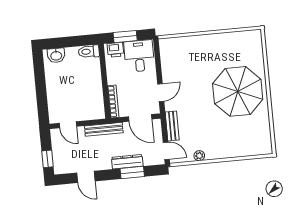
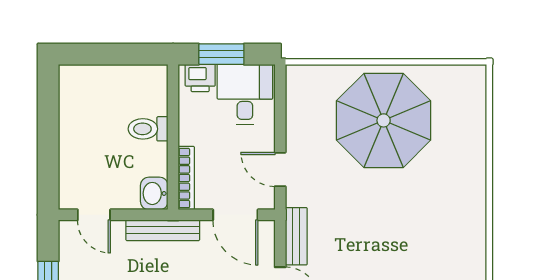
toilet: (89, 51) -> (148, 129), moved
washbasin: (56, 55) -> (154, 193), moved, turned 90
parasol: (238, 91) -> (384, 120), moved
door: (161, 93) -> (280, 169), swing flipped

